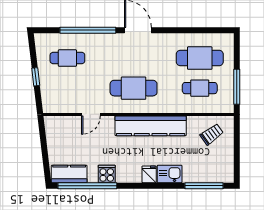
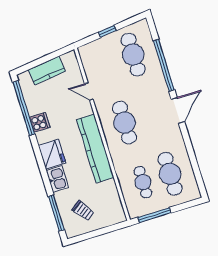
cafe table: (67, 58) -> (133, 55), width x1.37, depth x1.35
trolley: (212, 134) -> (83, 211), moved
kitchen counter: (69, 174) -> (47, 70), moved, turned 83
fridge: (149, 174) -> (52, 154), width x1.88, depth x1.34

